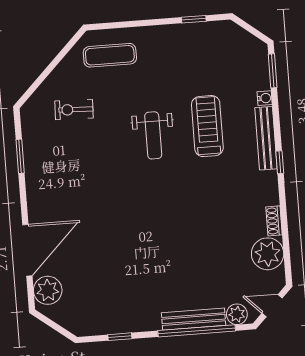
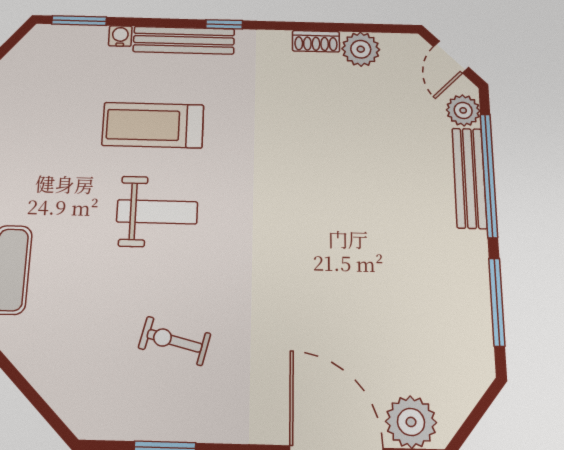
exercise bike: (74, 110) -> (175, 341), moved, turned 102
plant: (268, 254) -> (361, 49), width x0.73, depth x0.73
window: (120, 337) -> (497, 302), width x2.17

